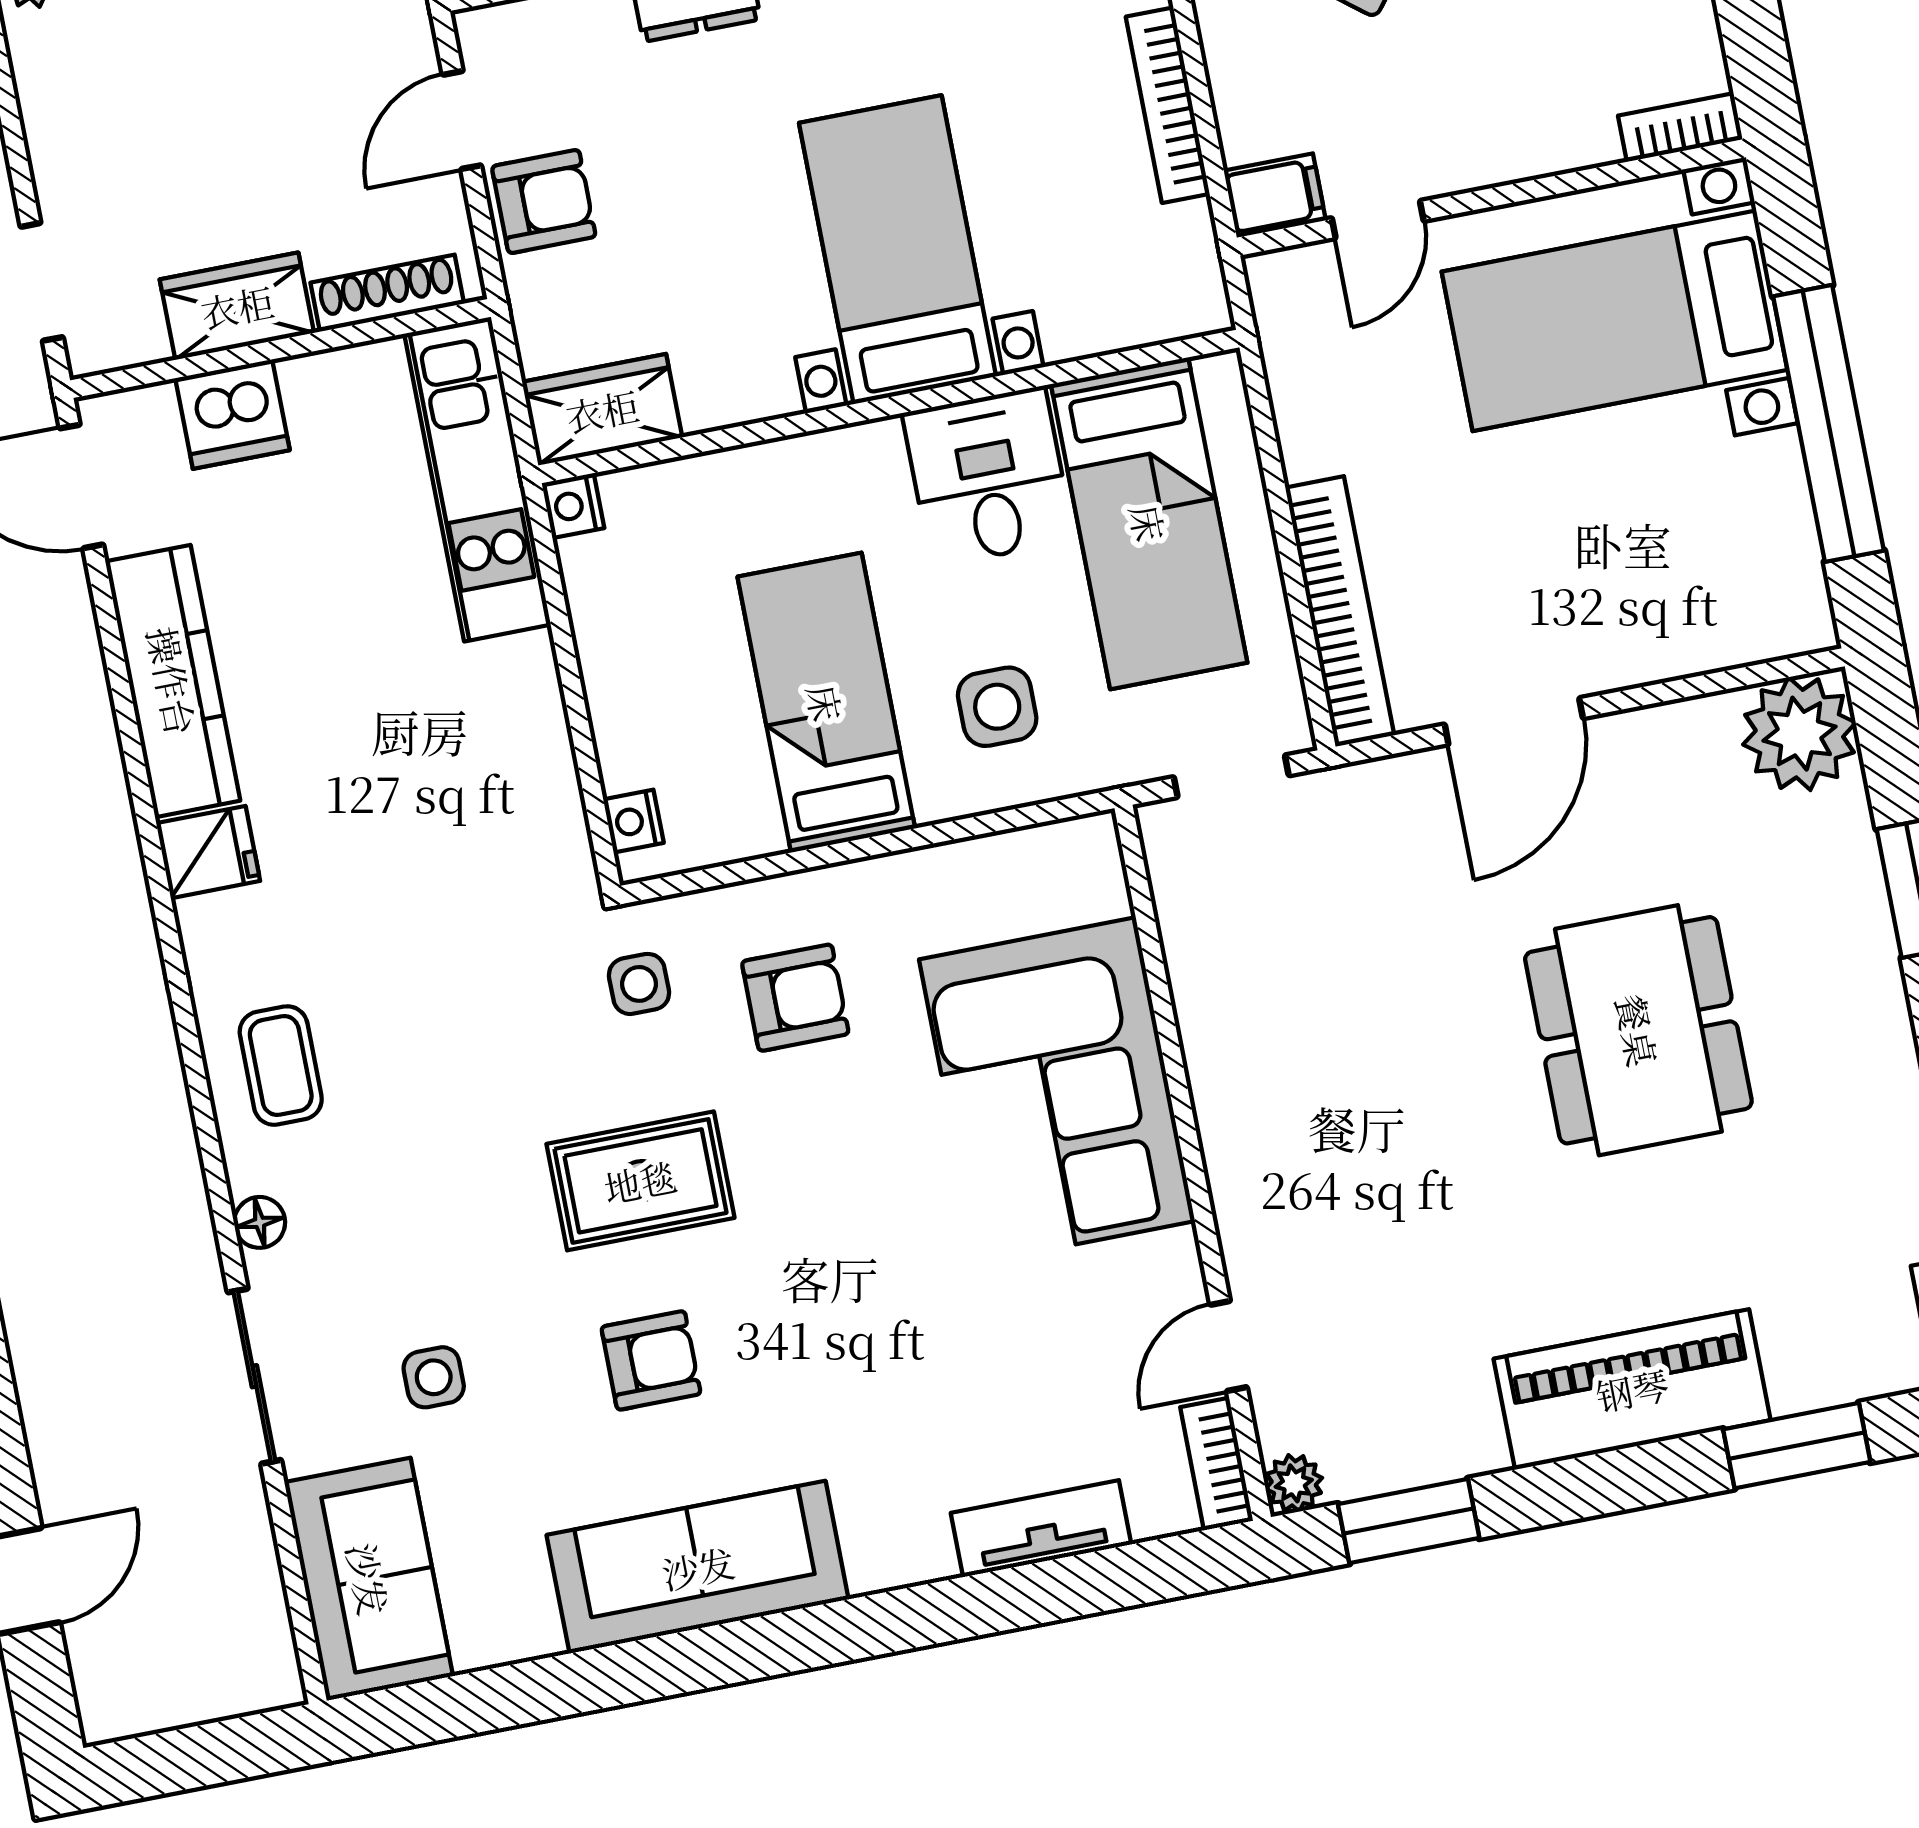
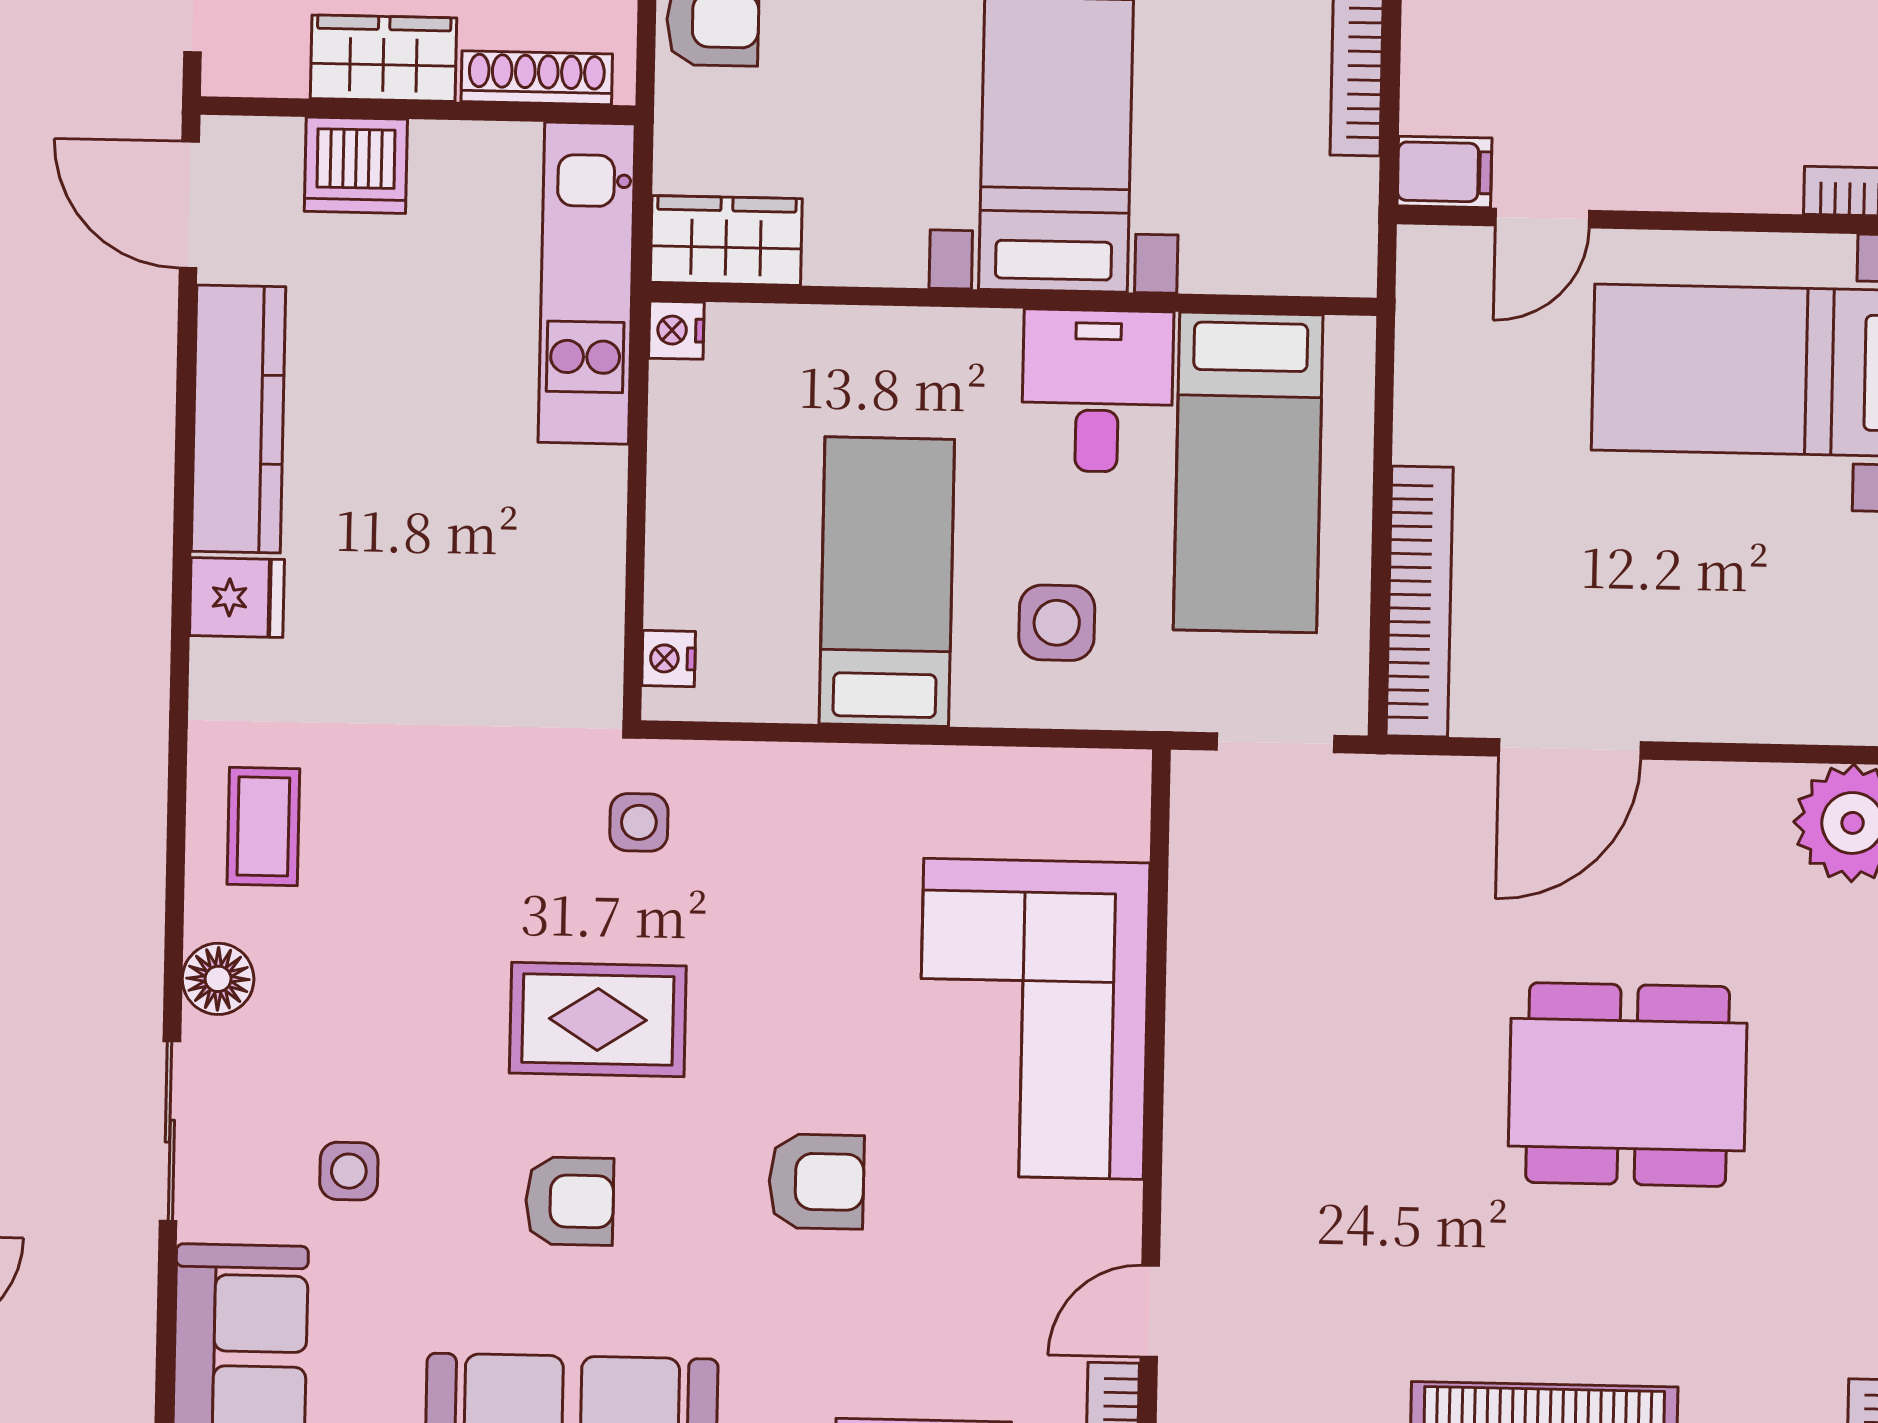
armchair: (795, 998) -> (816, 1182), moved
dining table: (1638, 1030) -> (1628, 1085), turned 90
floor lamp: (260, 1222) -> (218, 979), width x1.37, depth x1.37

